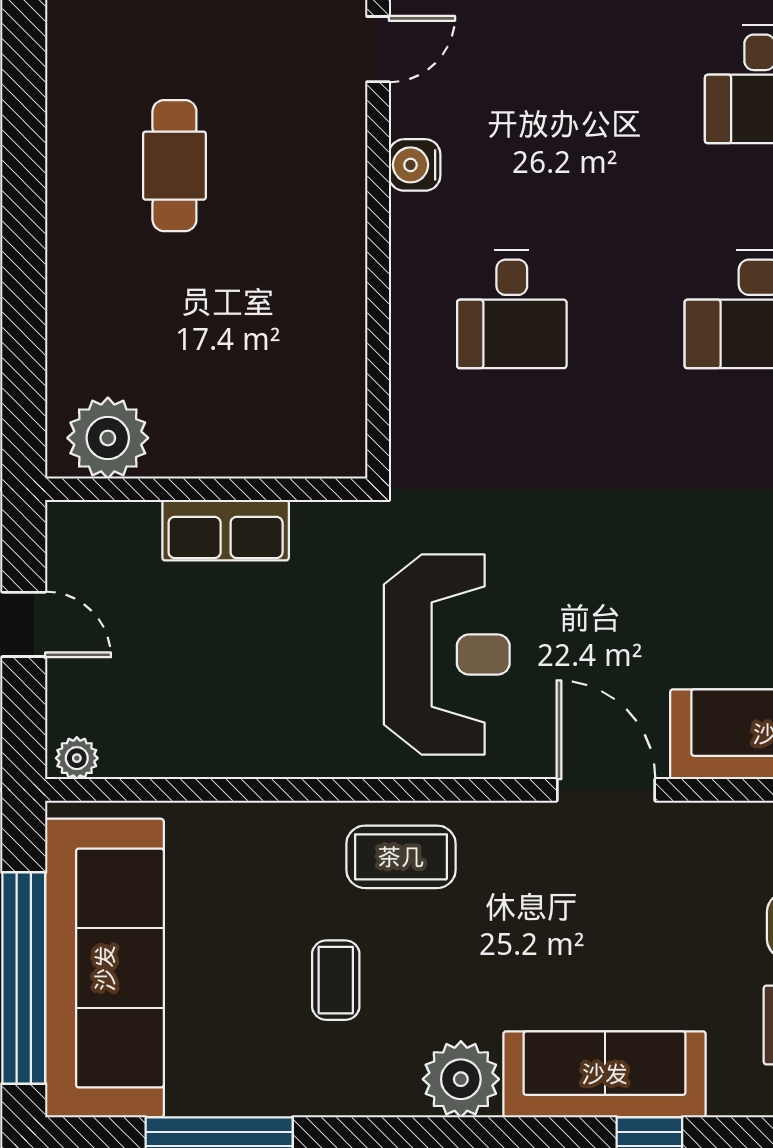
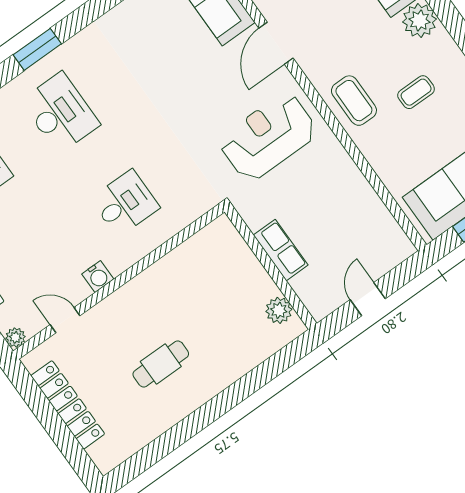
plant: (108, 438) -> (279, 310), width x0.73, depth x0.73
plant: (77, 758) -> (403, 245), removed

